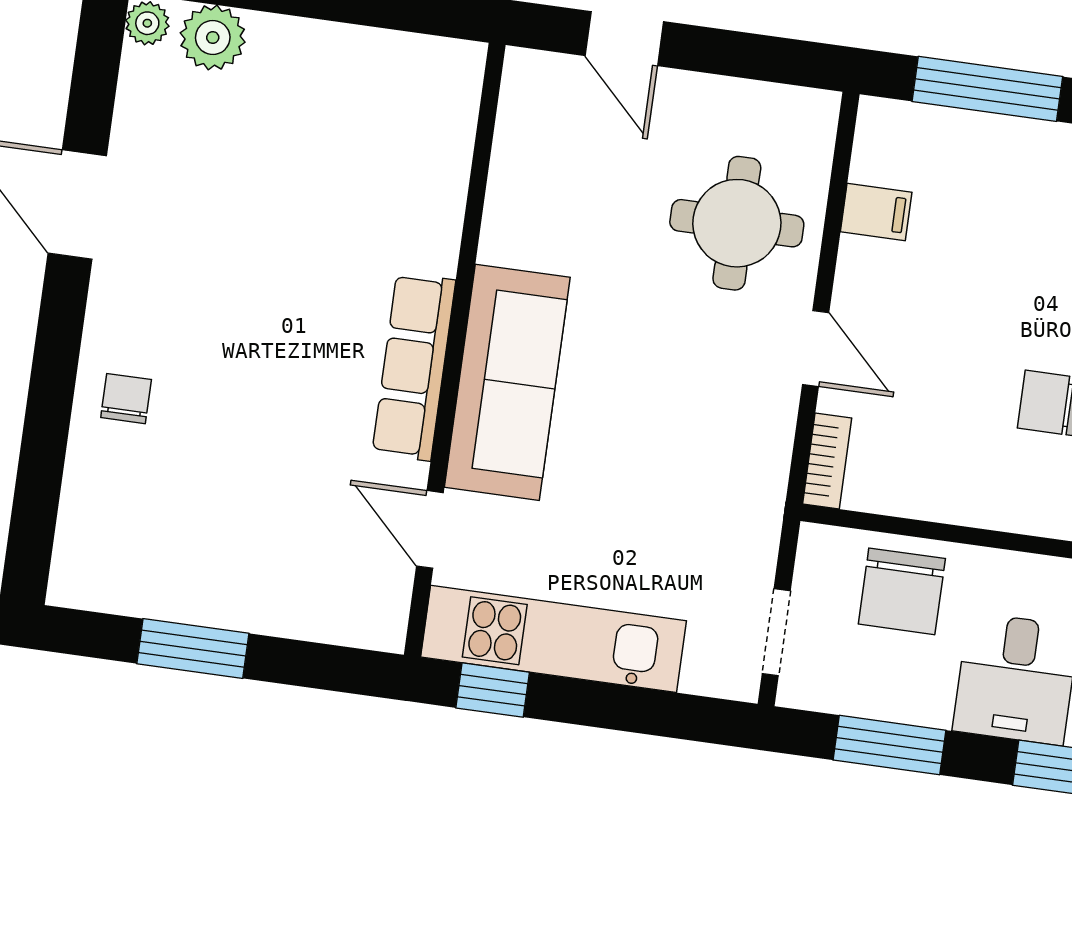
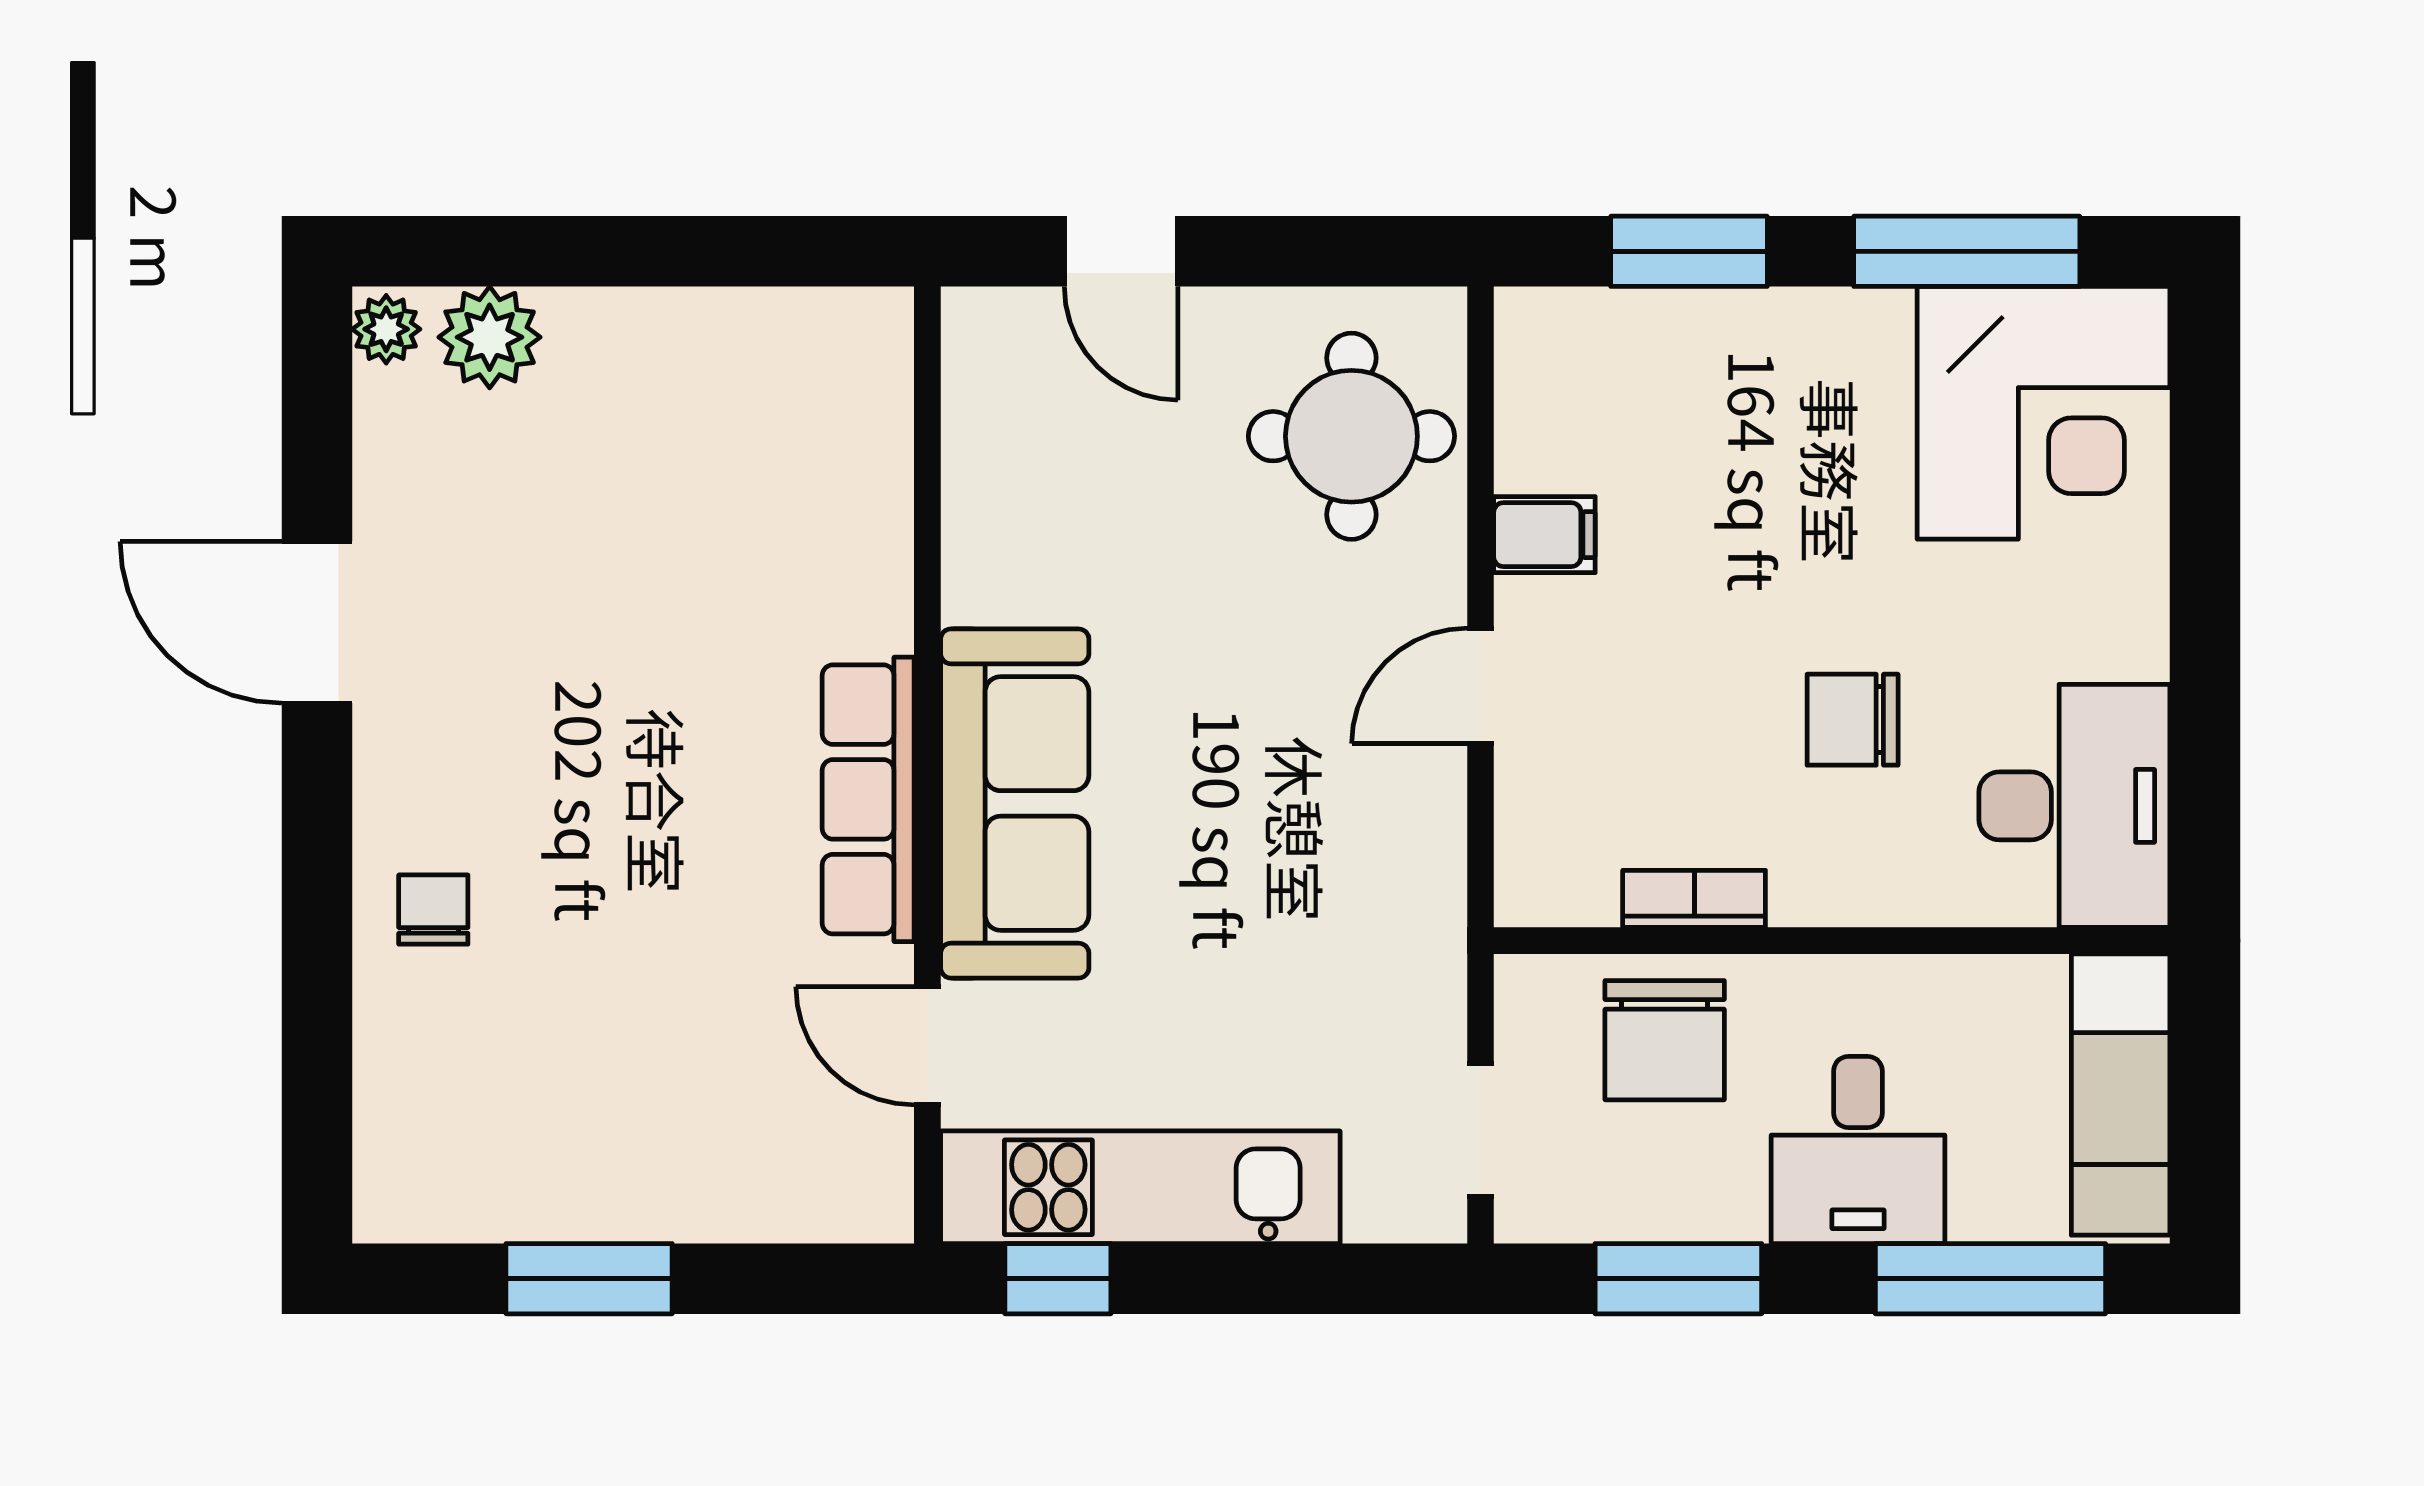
window: (987, 89) -> (1689, 251), width x0.69
filing cabinet: (876, 212) -> (1544, 535), moved
round table: (737, 223) -> (1351, 436), moved
door: (816, 348) -> (1481, 686), swing flipped
bookcase: (827, 461) -> (1694, 899), moved, turned -90

